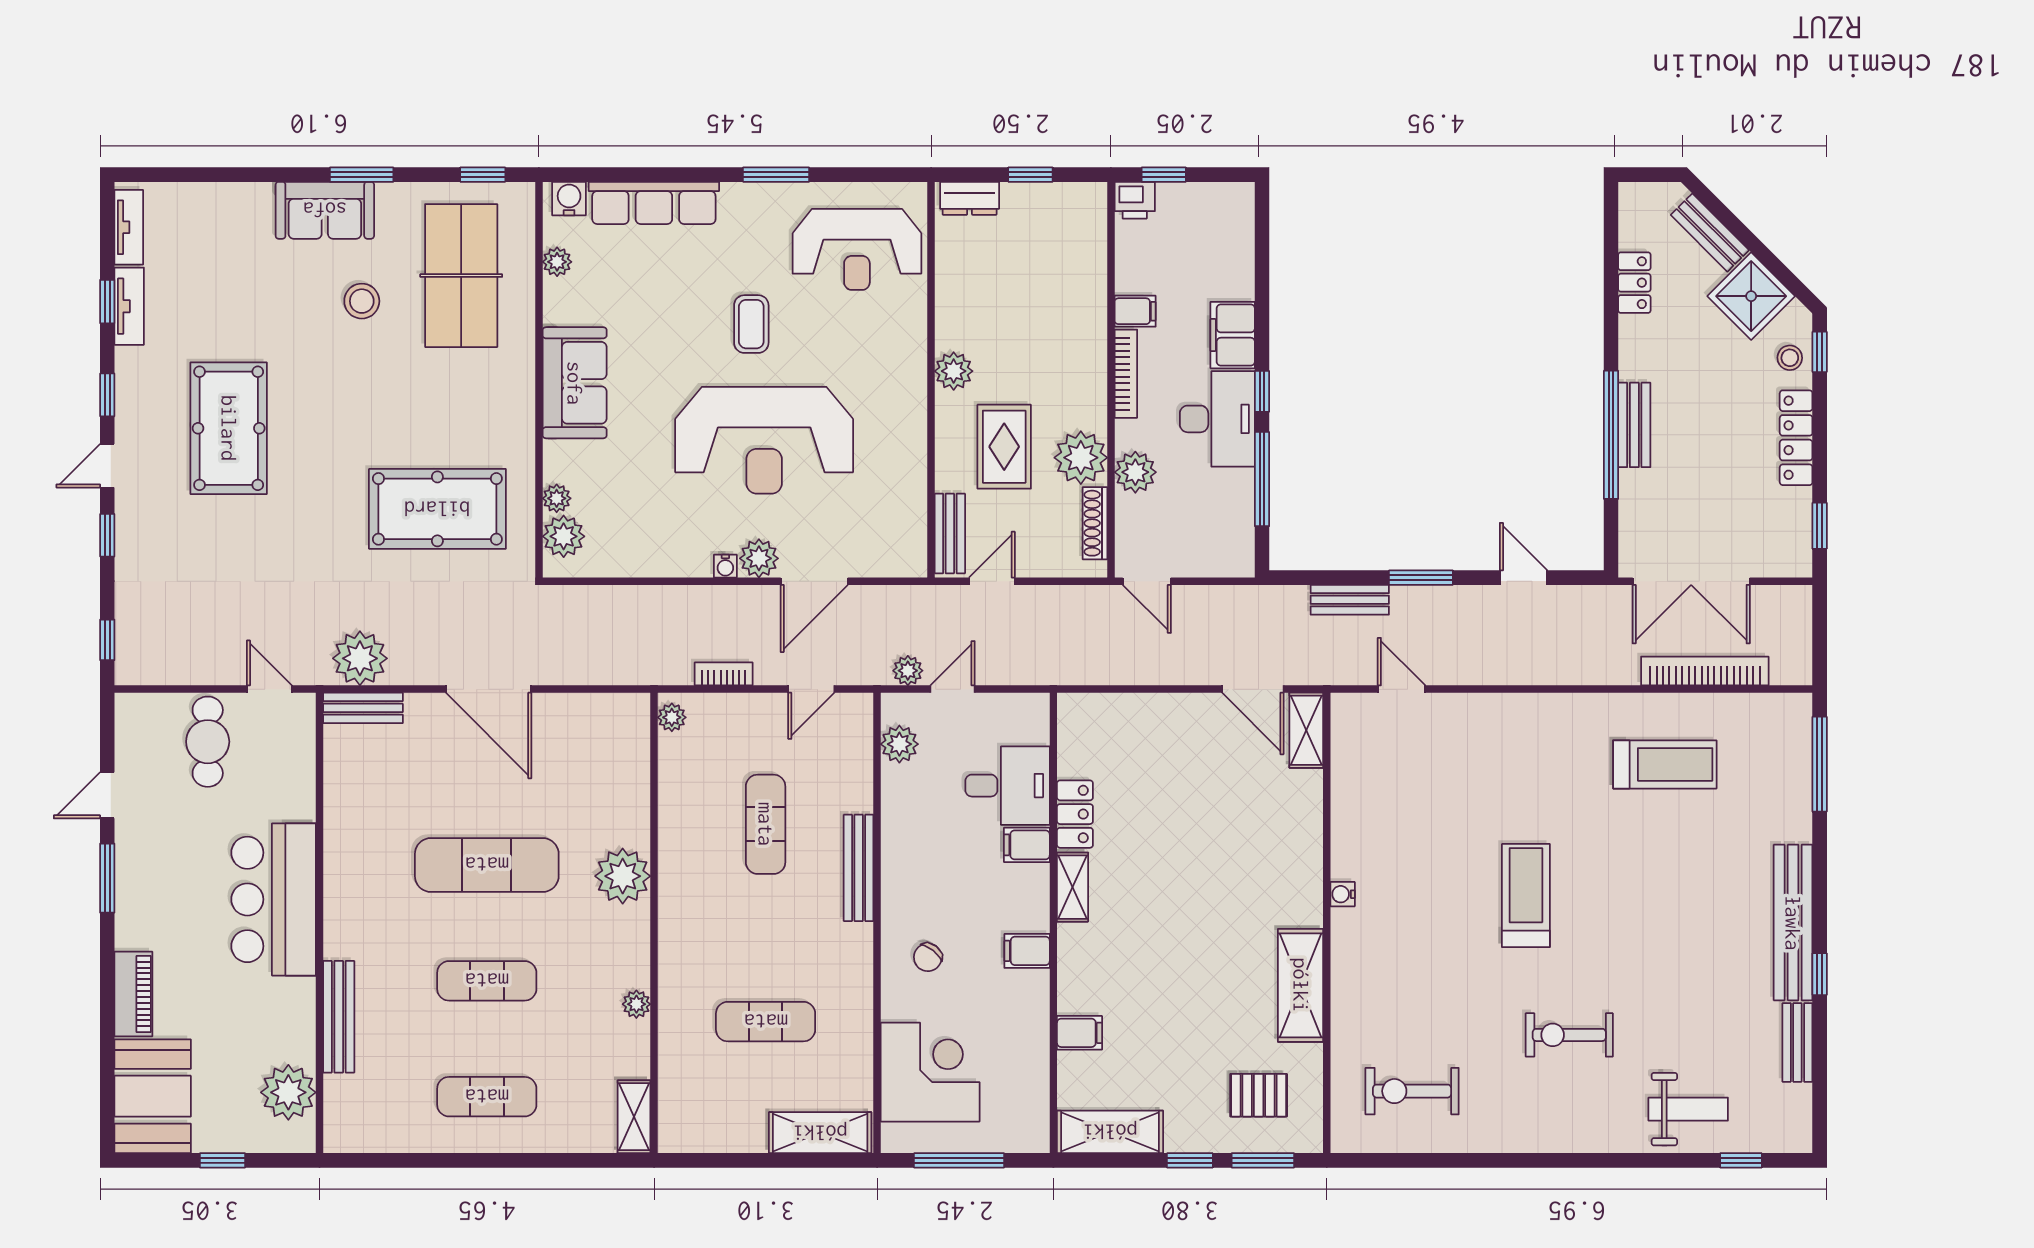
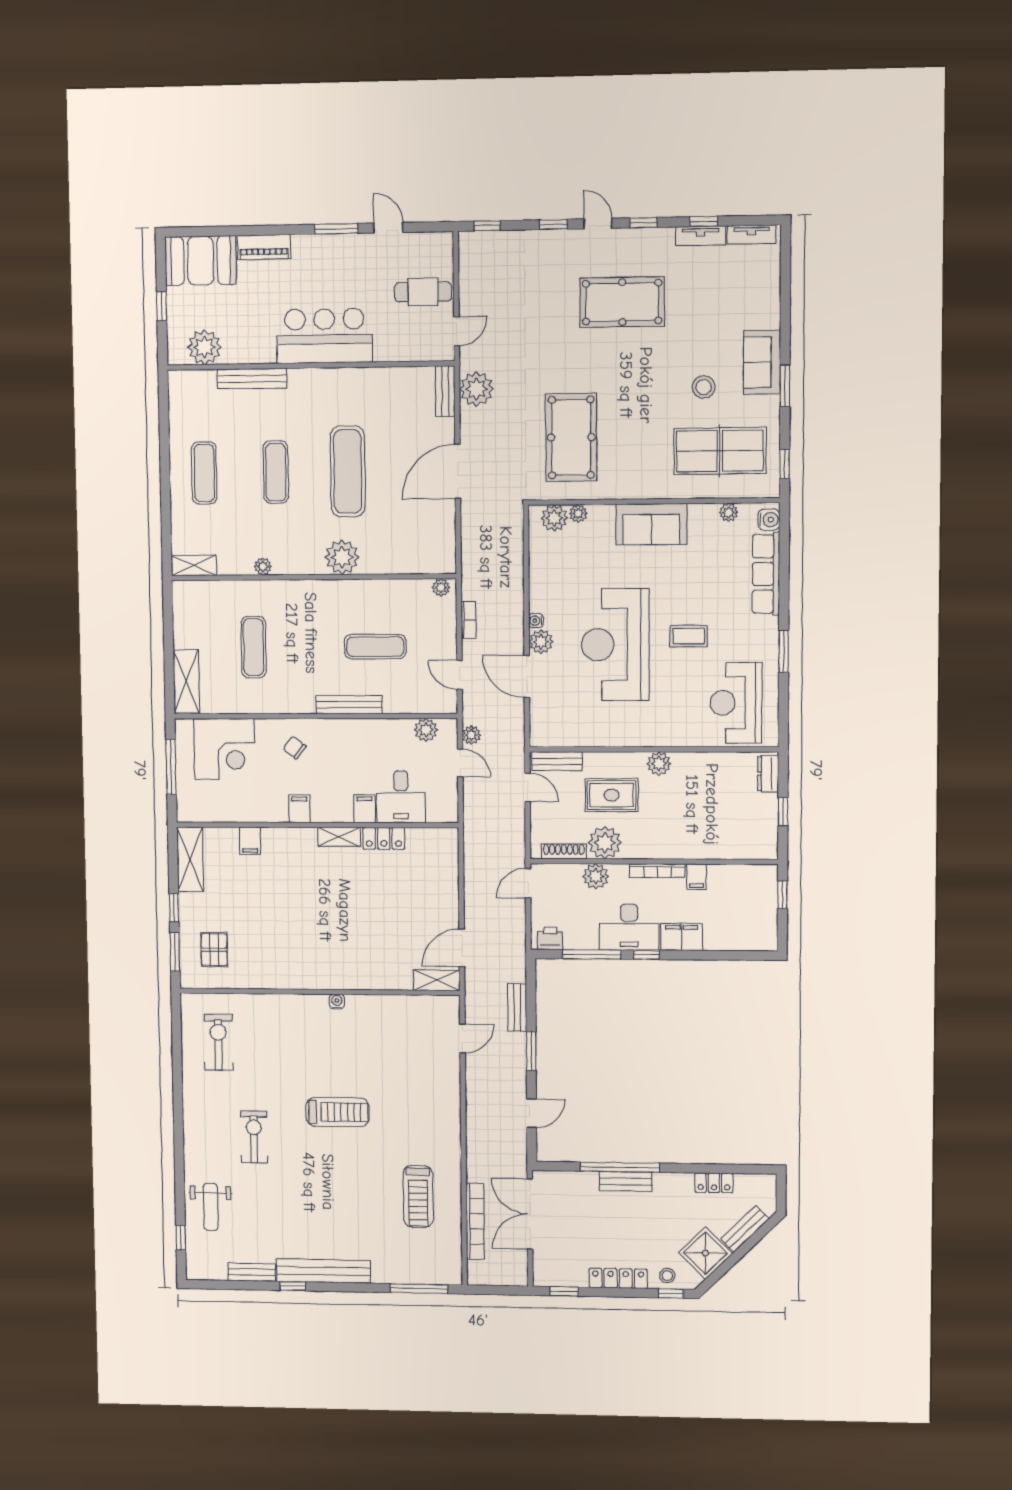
printer: (1135, 200) -> (550, 938), moved, turned 90
shelving: (1301, 985) -> (281, 976), removed

